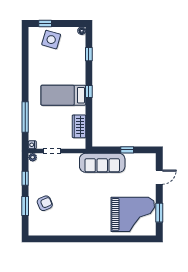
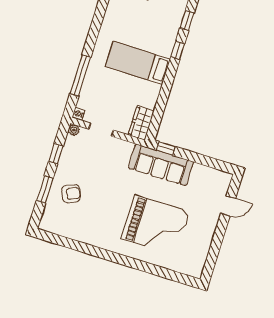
window: (89, 91) -> (178, 50), moved
wardrobe: (79, 126) -> (141, 123), moved
window: (127, 150) -> (166, 148), moved
window: (159, 213) -> (214, 251), removed
grand piano: (133, 214) -> (156, 225), moved

